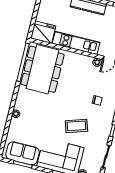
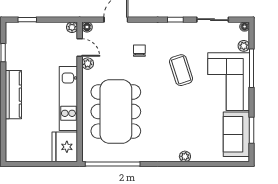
dining table: (42, 69) -> (116, 112), moved, turned 90

